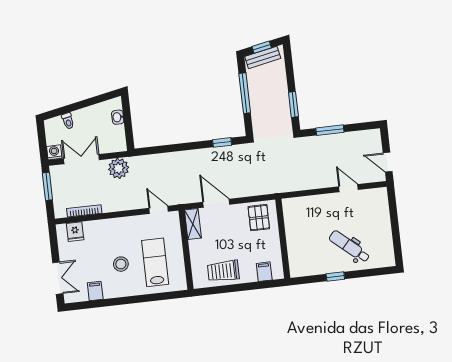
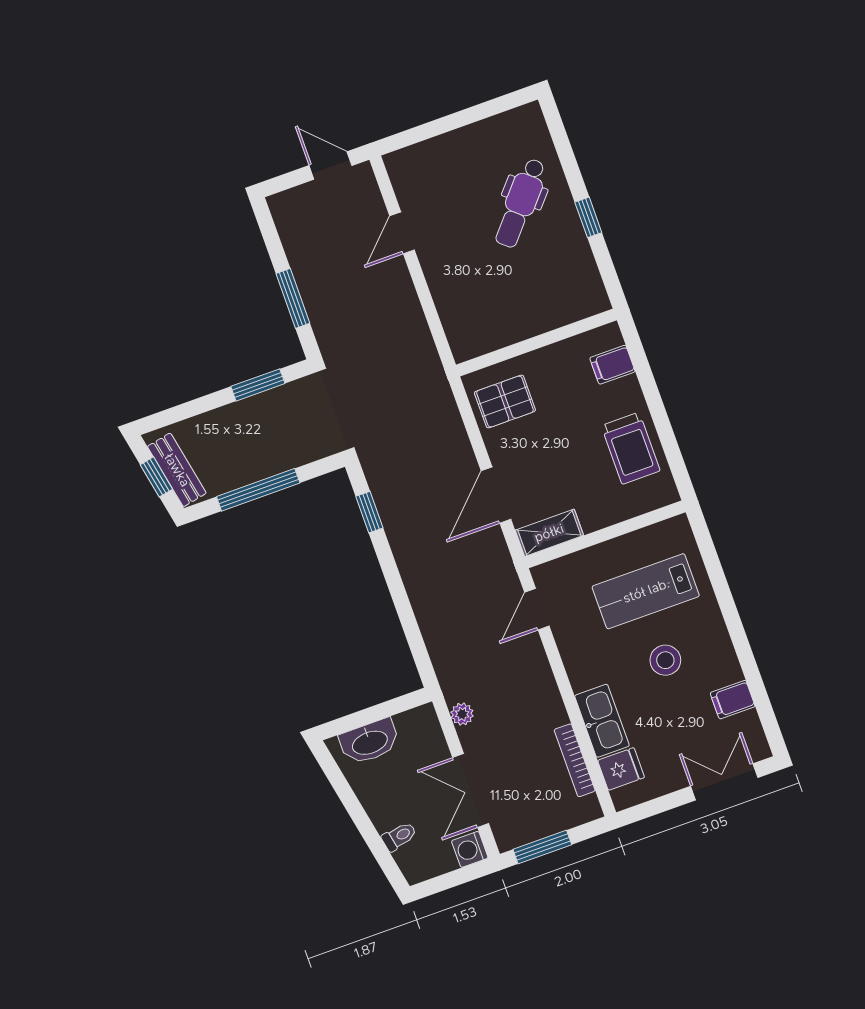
washbasin: (118, 117) -> (370, 742), width x1.91, depth x1.45
door: (388, 162) -> (330, 165), swing flipped
plant: (119, 168) -> (462, 714), width x0.53, depth x0.53
kitchen sink: (100, 228) -> (602, 721), added

